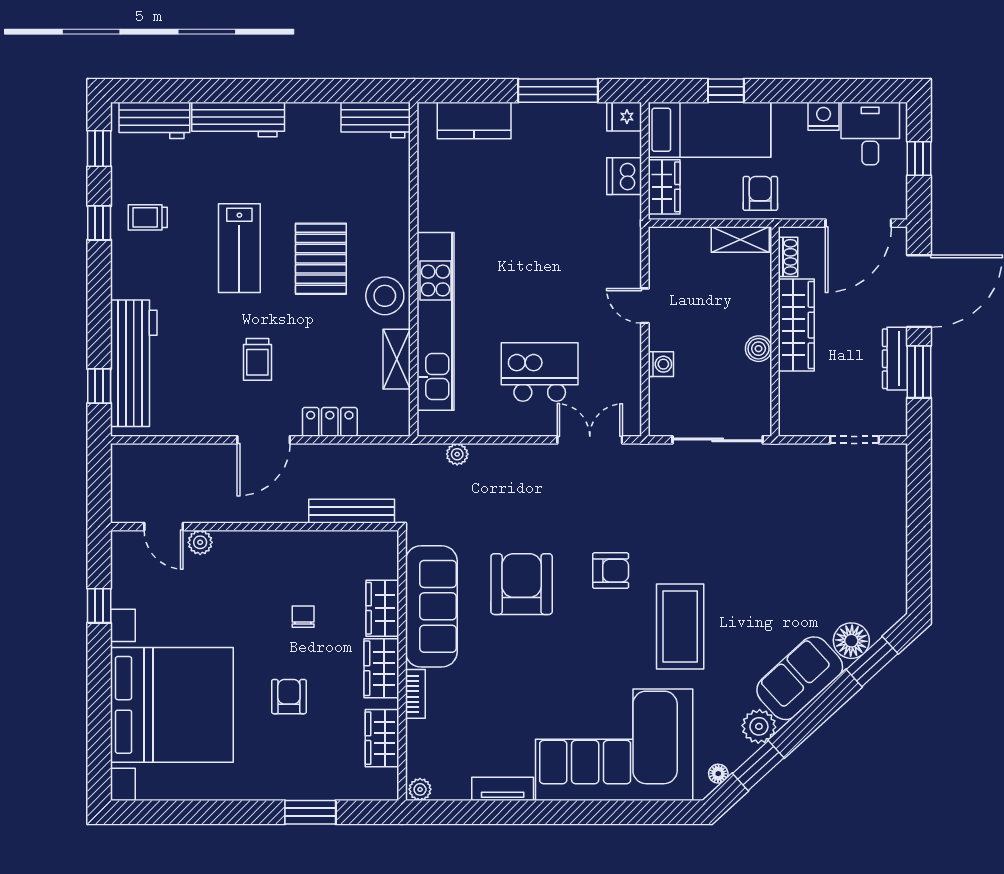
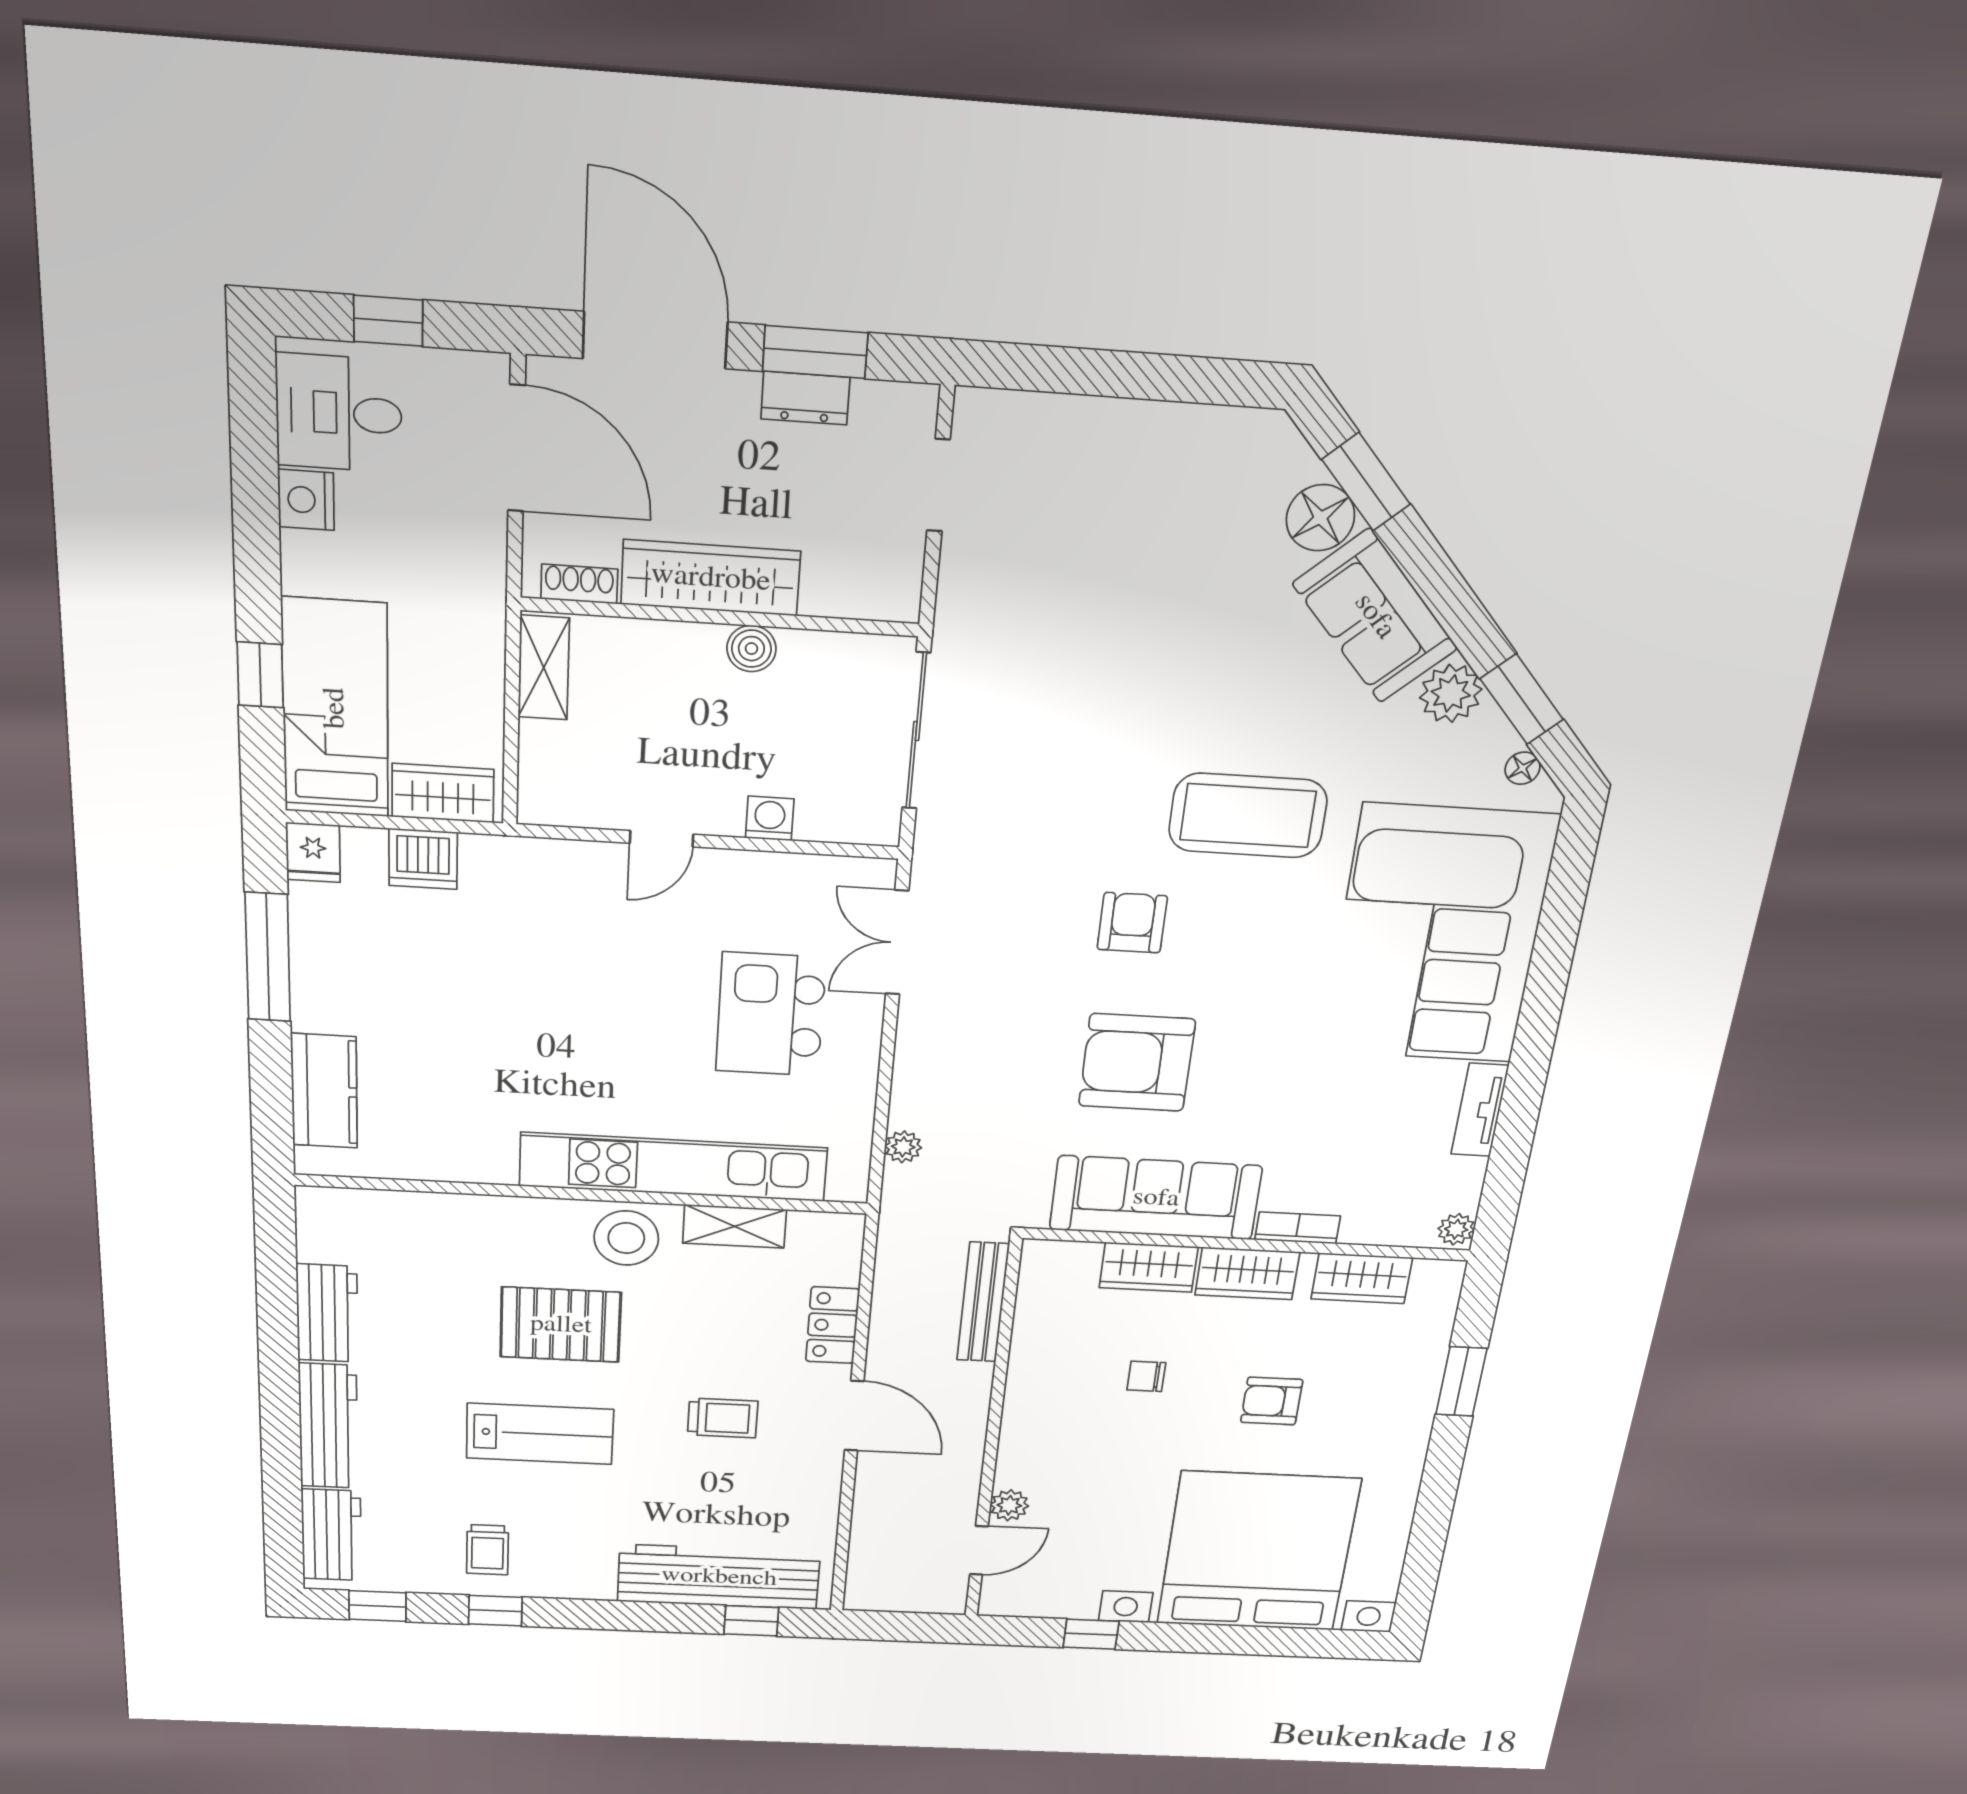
workbench: (376, 120) -> (327, 1313), moved
armchair: (760, 193) -> (456, 626), removed
dresser: (895, 359) -> (805, 398), width x0.70

